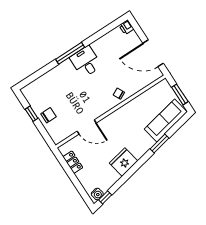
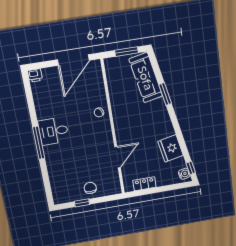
fridge: (124, 162) -> (171, 148), moved

